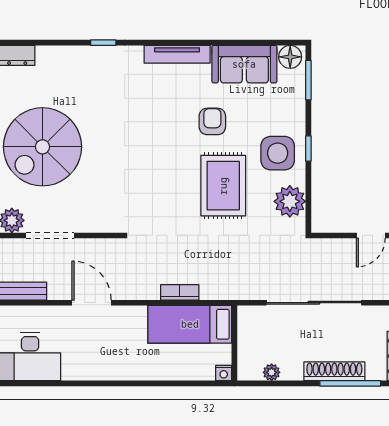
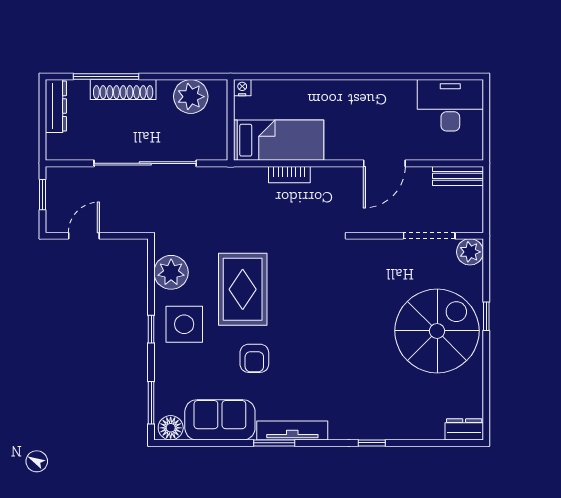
window: (194, 43) -> (274, 443), added
door: (92, 303) -> (384, 163), hinge flipped
plant: (272, 372) -> (191, 97), width x1.88, depth x1.88

